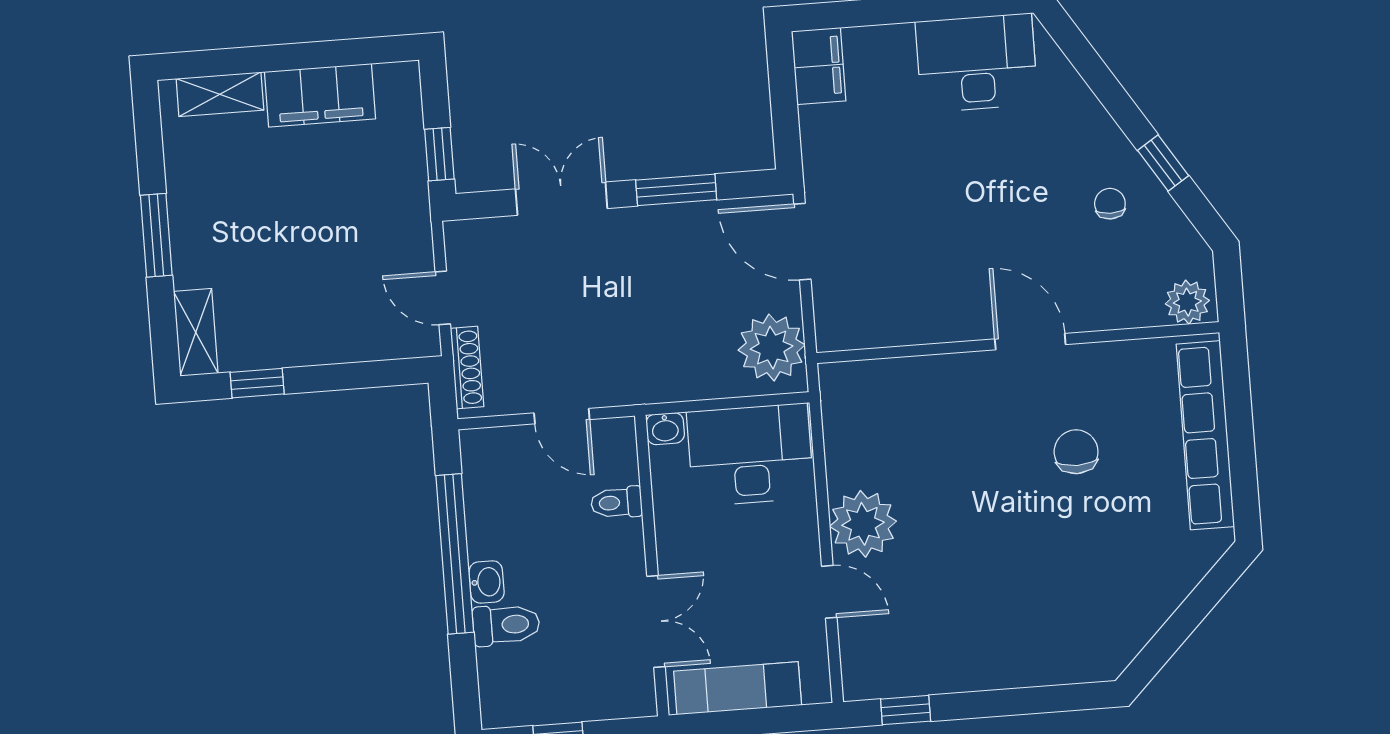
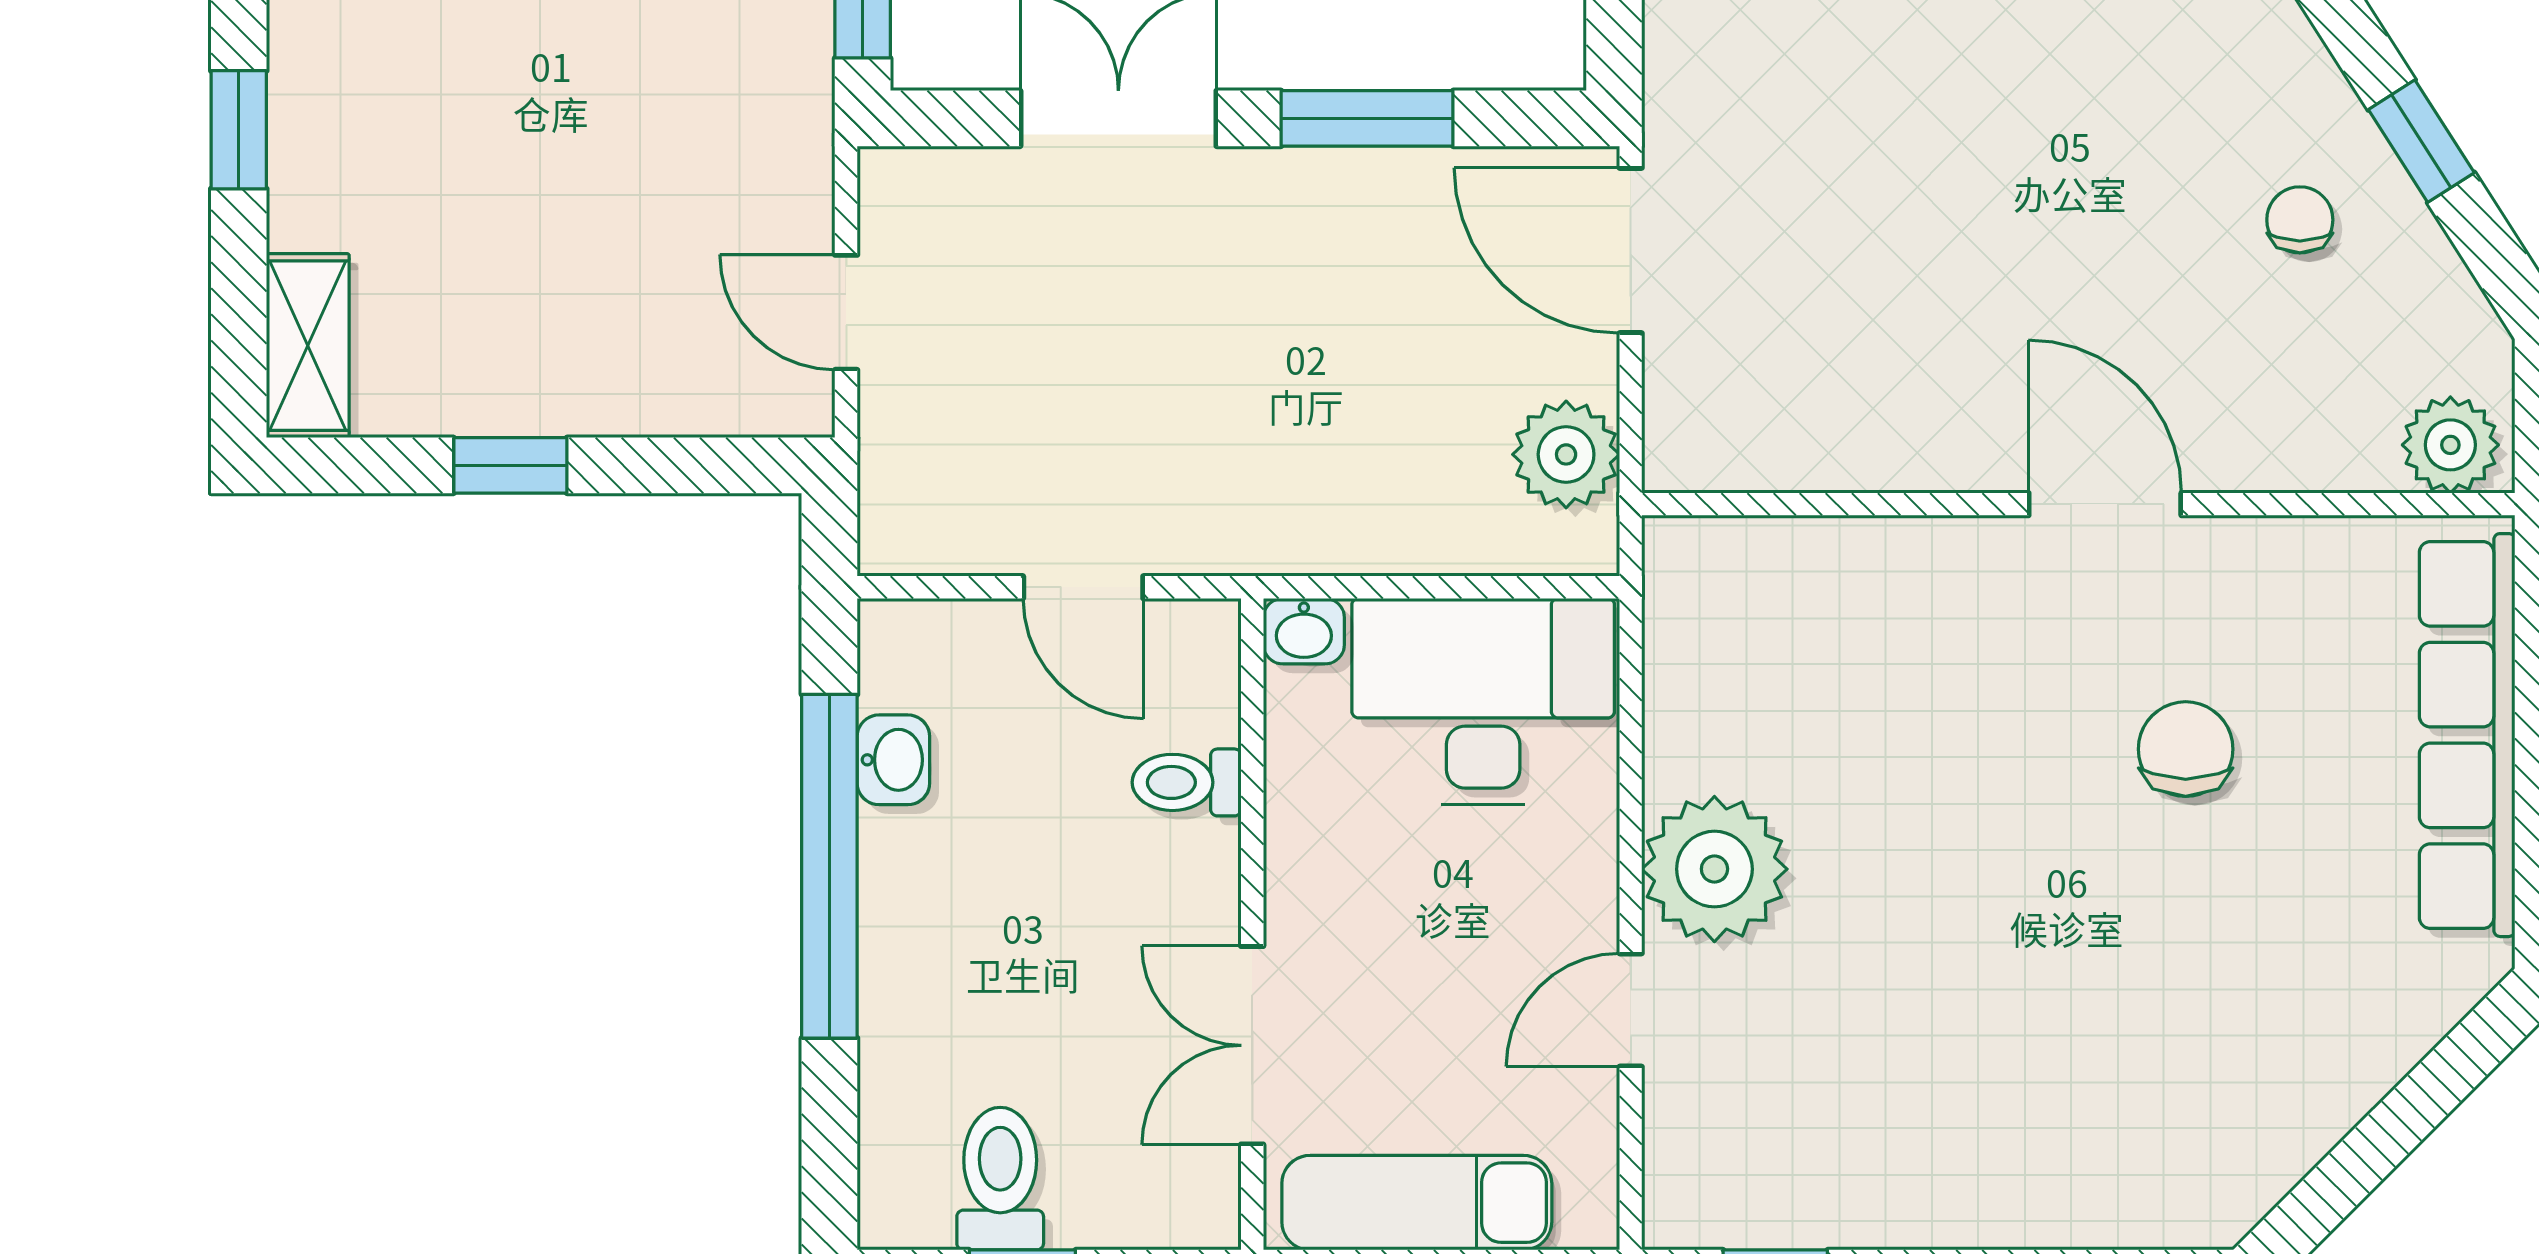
window: (156, 235) -> (239, 130), width x0.67
plant: (772, 348) -> (1566, 454), width x0.73, depth x0.73
shoe rack: (467, 367) -> (887, 466), removed
window: (257, 383) -> (510, 465), moved
washbasin: (487, 582) -> (893, 760), moved
door: (829, 592) -> (1631, 1010), swing flipped
double door: (656, 621) -> (1252, 1045), swing flipped
toilet: (506, 625) -> (1000, 1179), moved, turned -90

